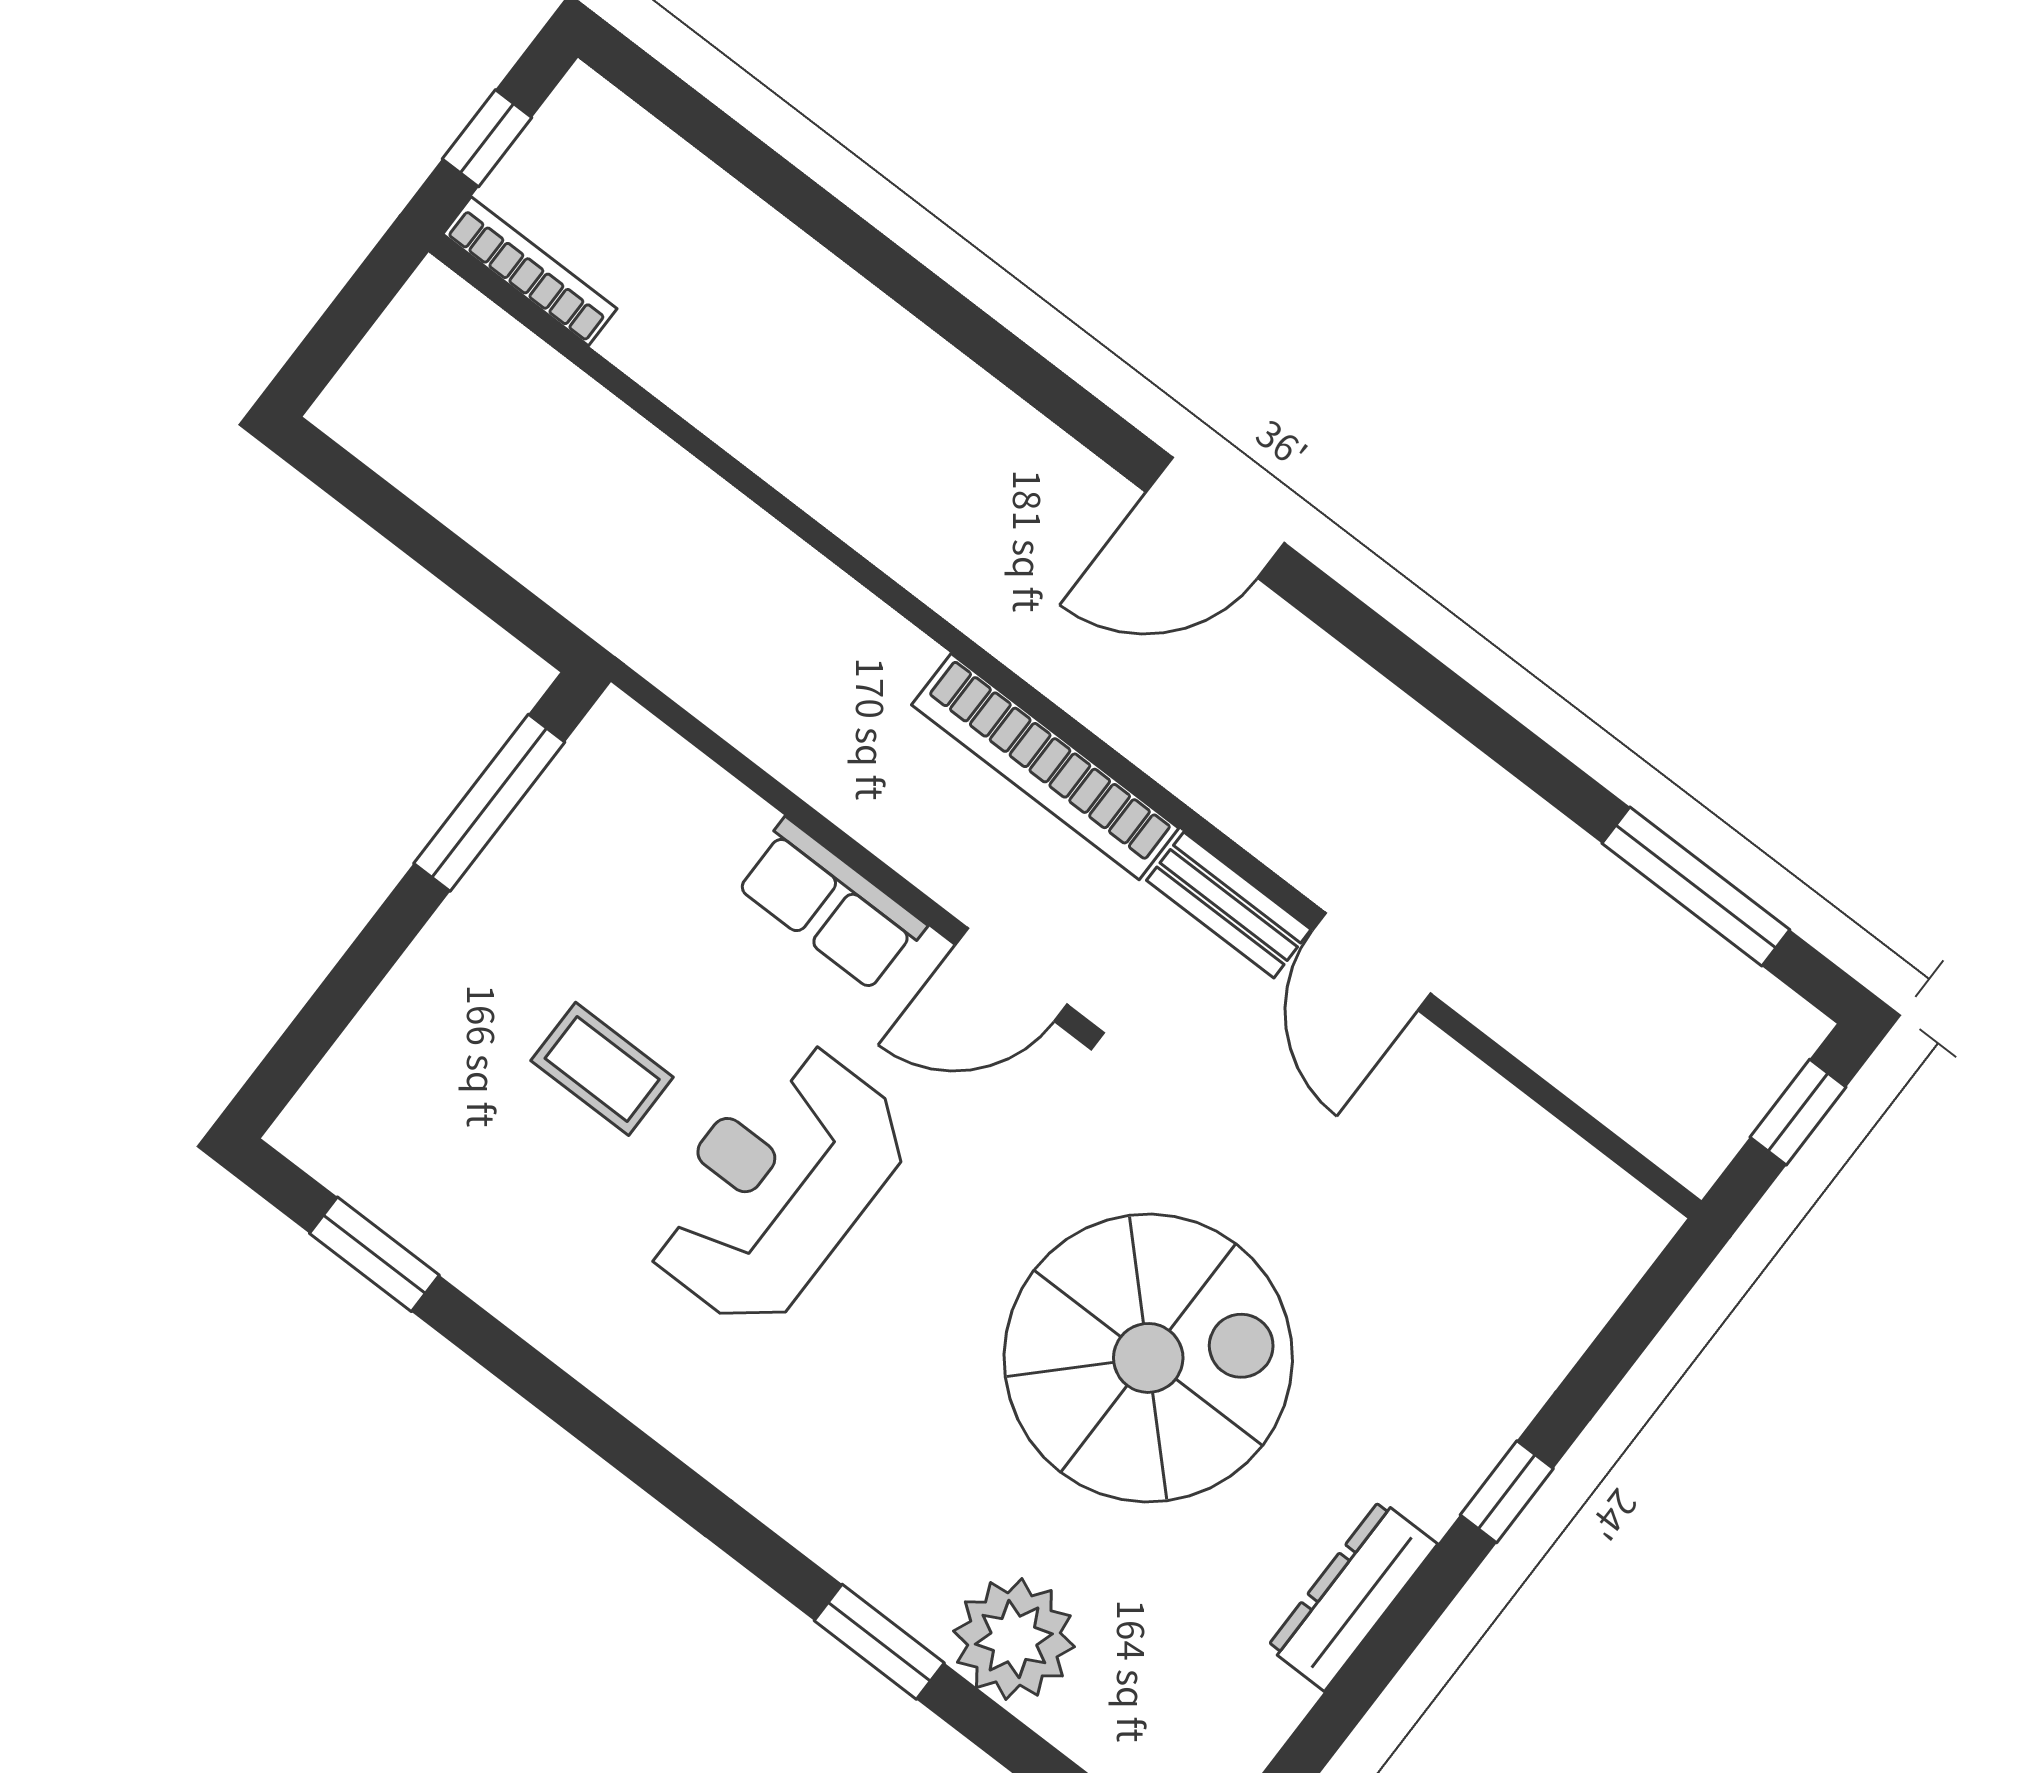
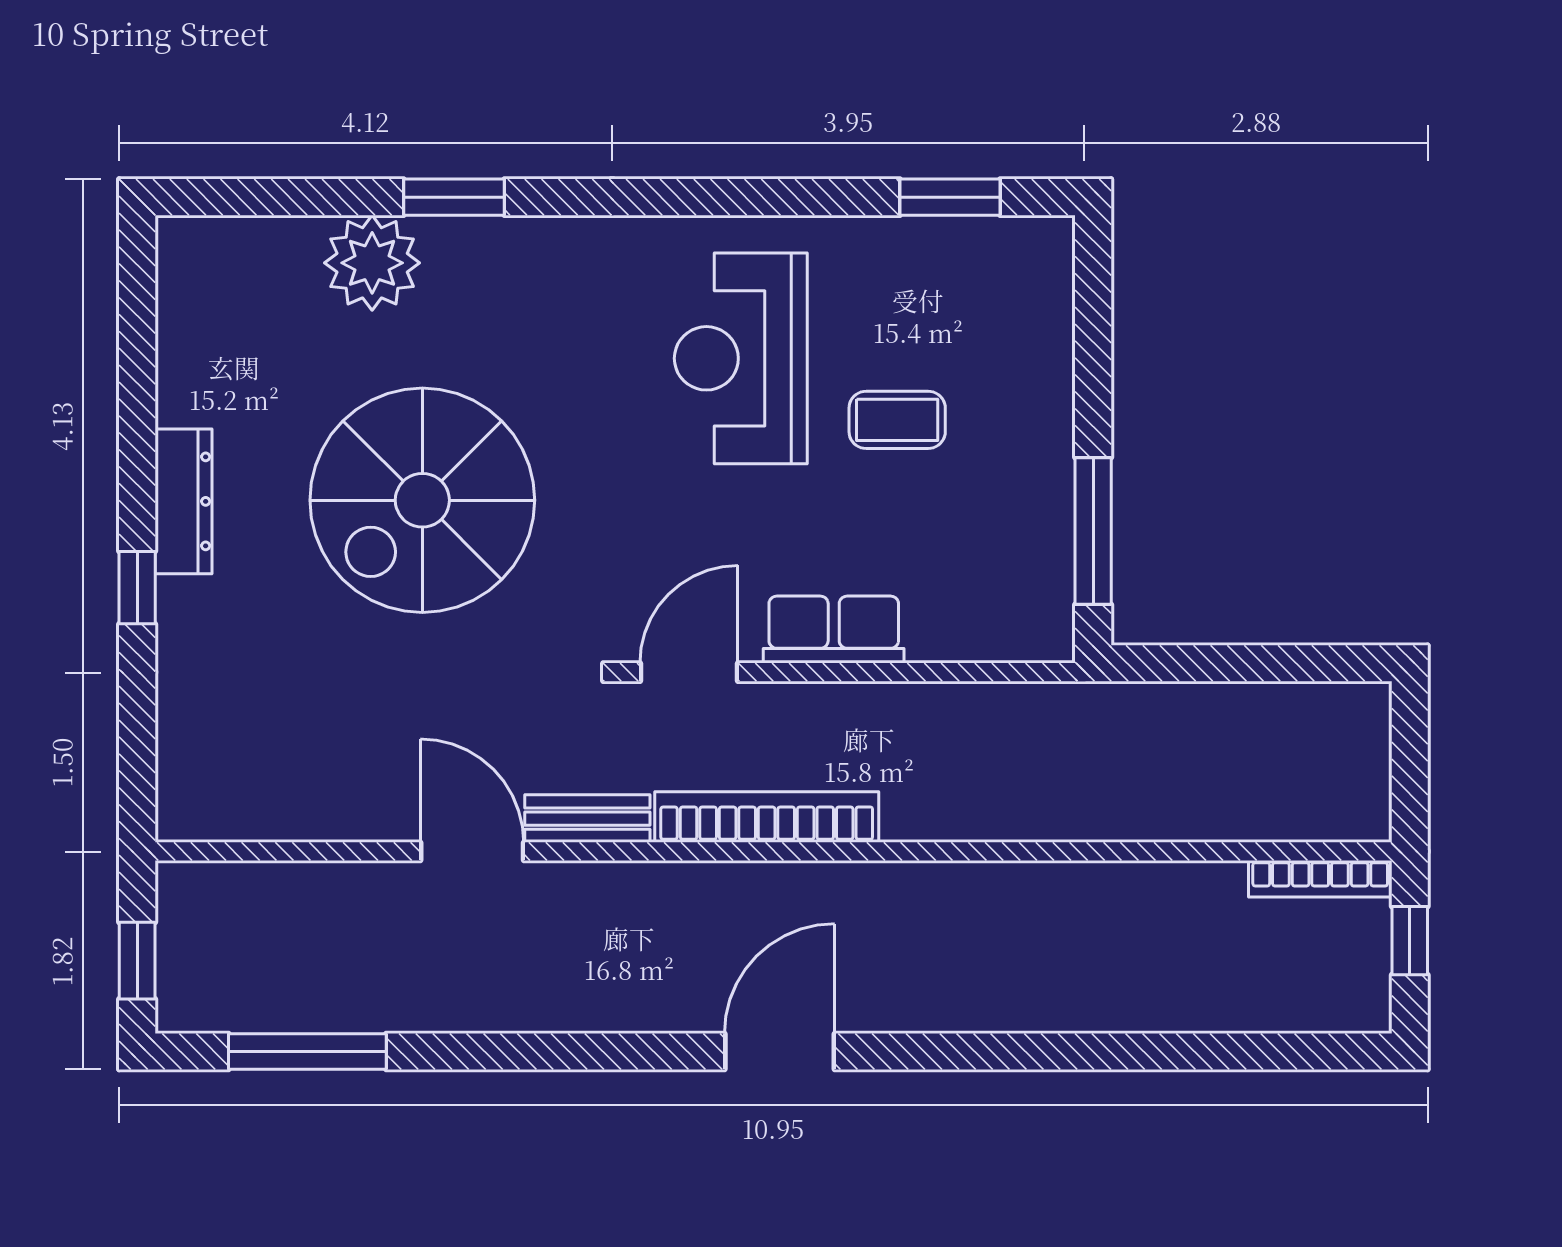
reception desk: (776, 1185) -> (741, 358), moved, turned 180
dresser: (1352, 1595) -> (183, 501), moved

